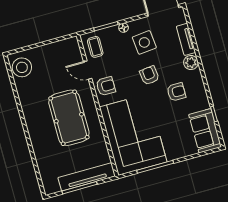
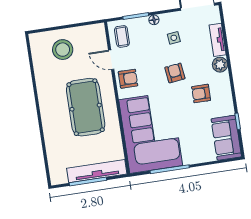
side table: (144, 42) -> (174, 38), width x0.54, depth x0.54
stool: (22, 67) -> (63, 50), moved
armchair: (176, 92) -> (201, 94), turned 180

